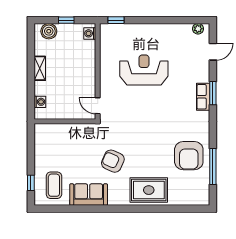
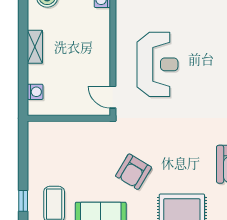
reception desk: (144, 70) -> (157, 64), moved, turned 90
armchair: (113, 161) -> (133, 172), turned -83

